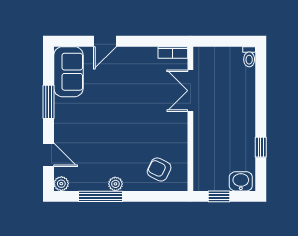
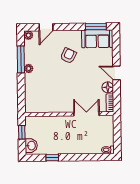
door: (105, 41) -> (116, 73), moved
floor lamp: (148, 56) -> (108, 87), added
window: (49, 102) -> (96, 27), moved
armchair: (159, 169) -> (68, 56), moved

